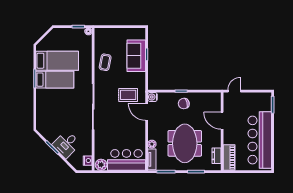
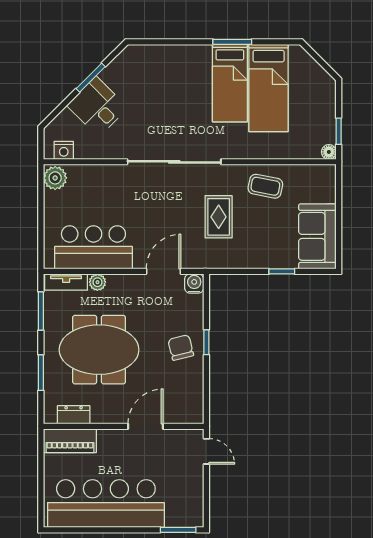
sofa: (136, 56) -> (317, 236), moved, turned -90
rug: (128, 95) -> (219, 217), moved
bar counter: (126, 160) -> (93, 247), moved, turned -90

